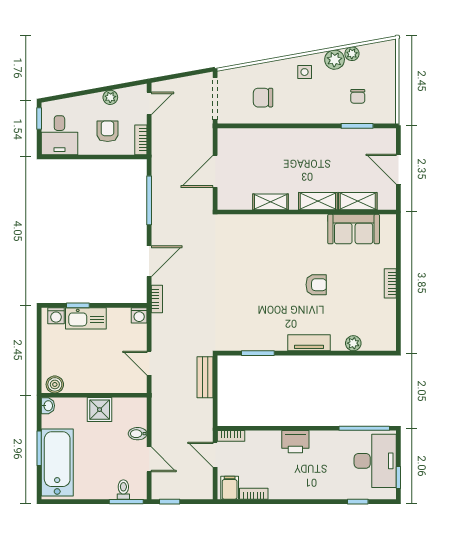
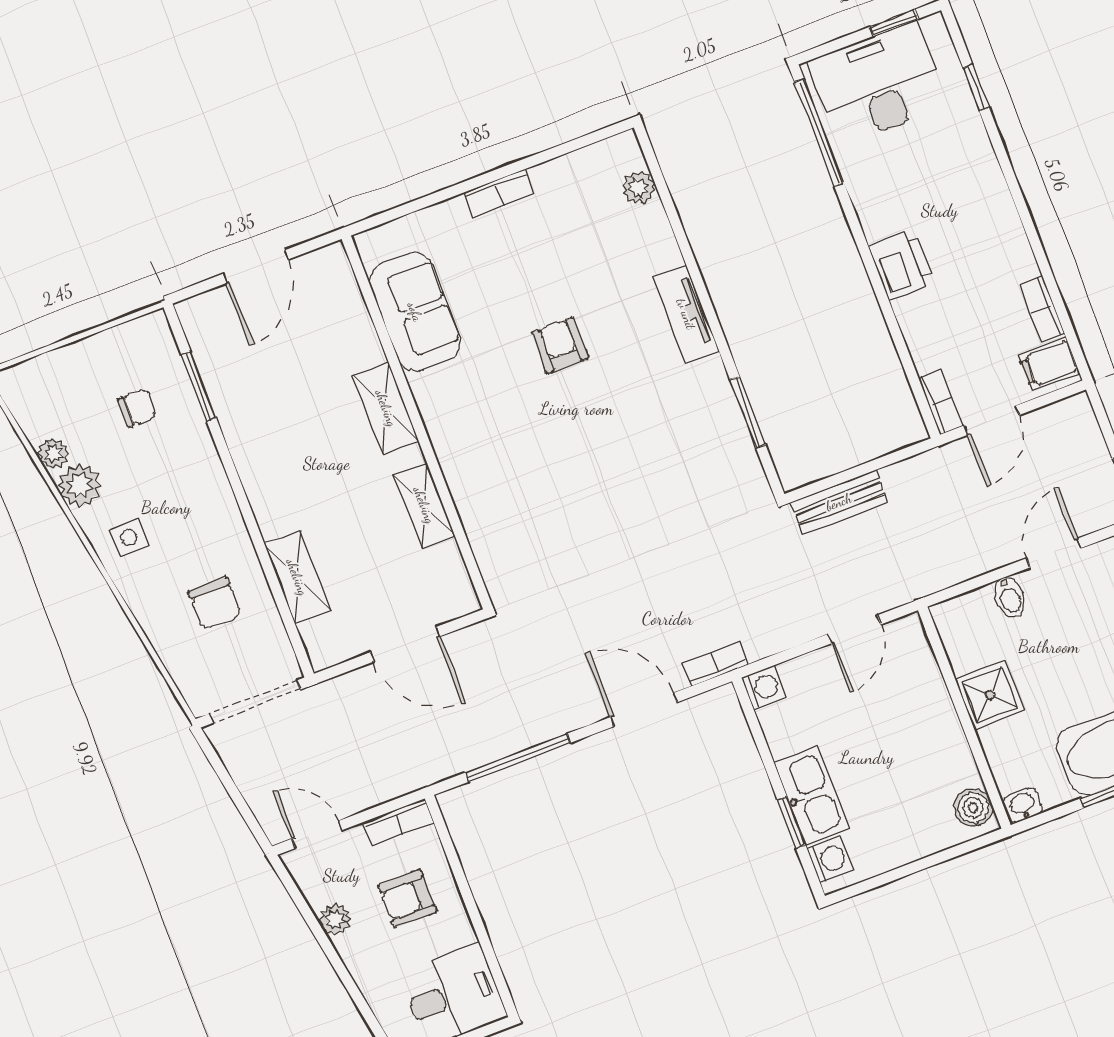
shelving: (358, 201) -> (297, 577), moved
plant: (353, 343) -> (639, 188), moved

